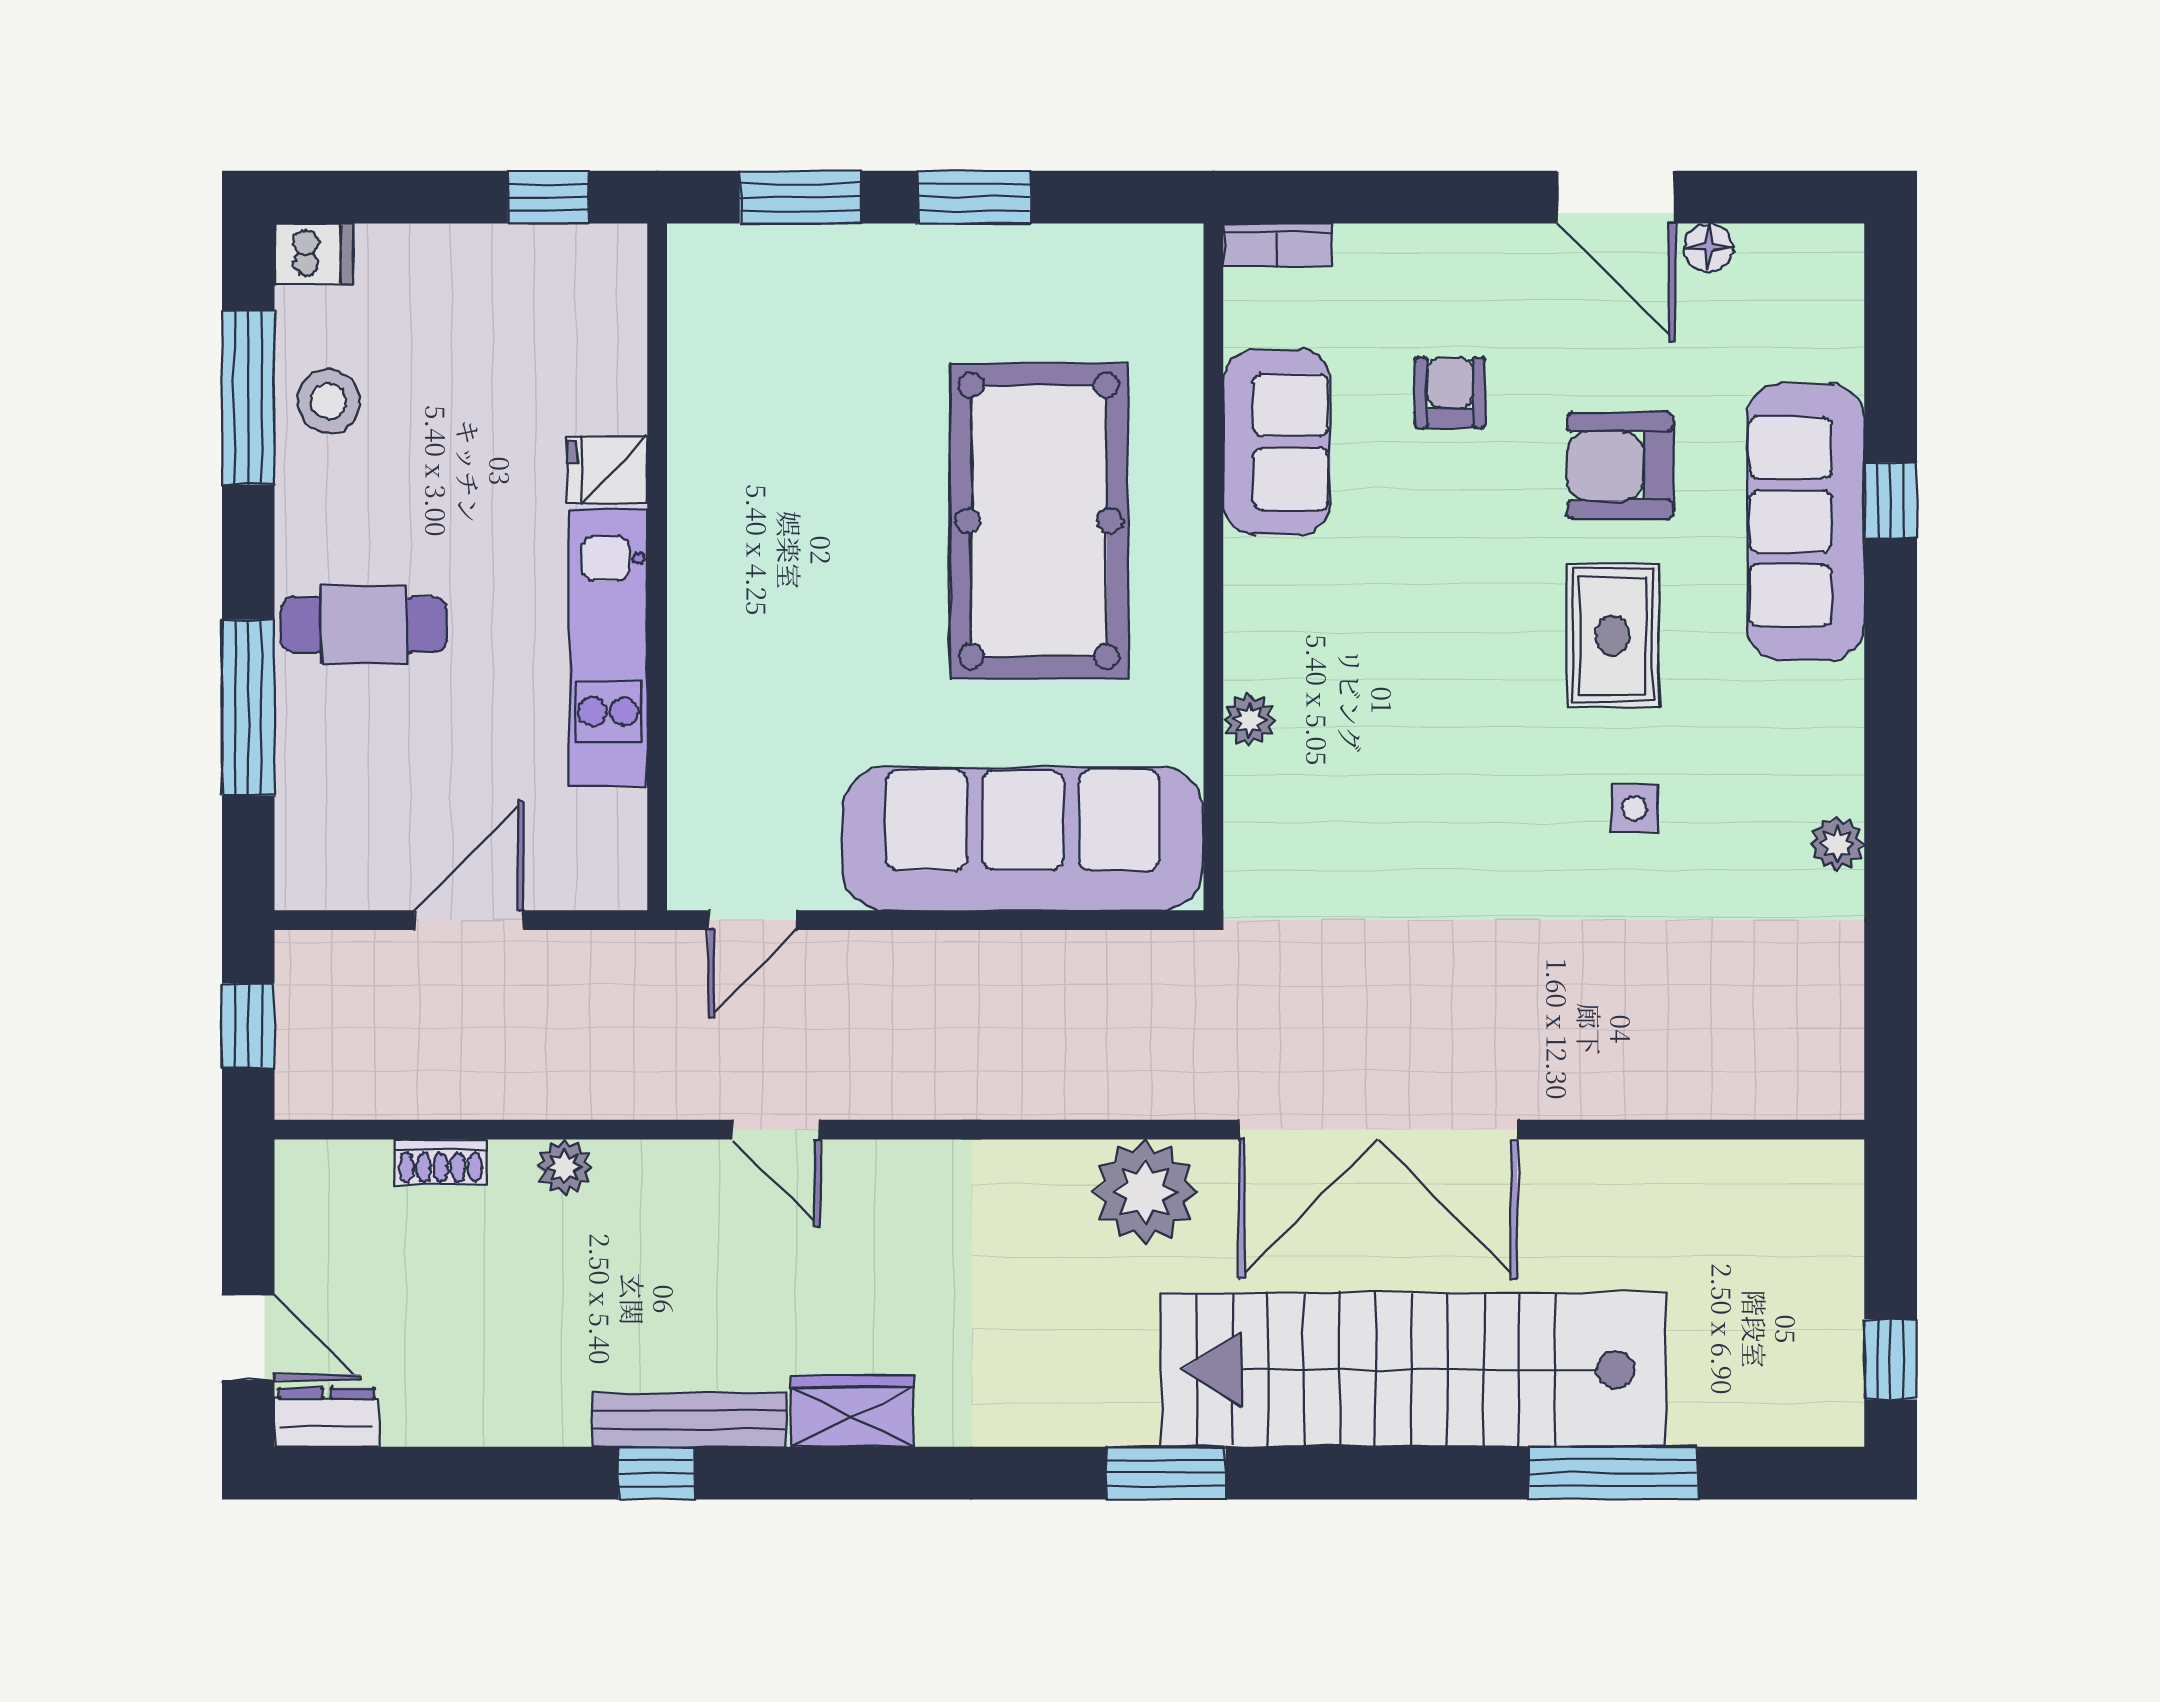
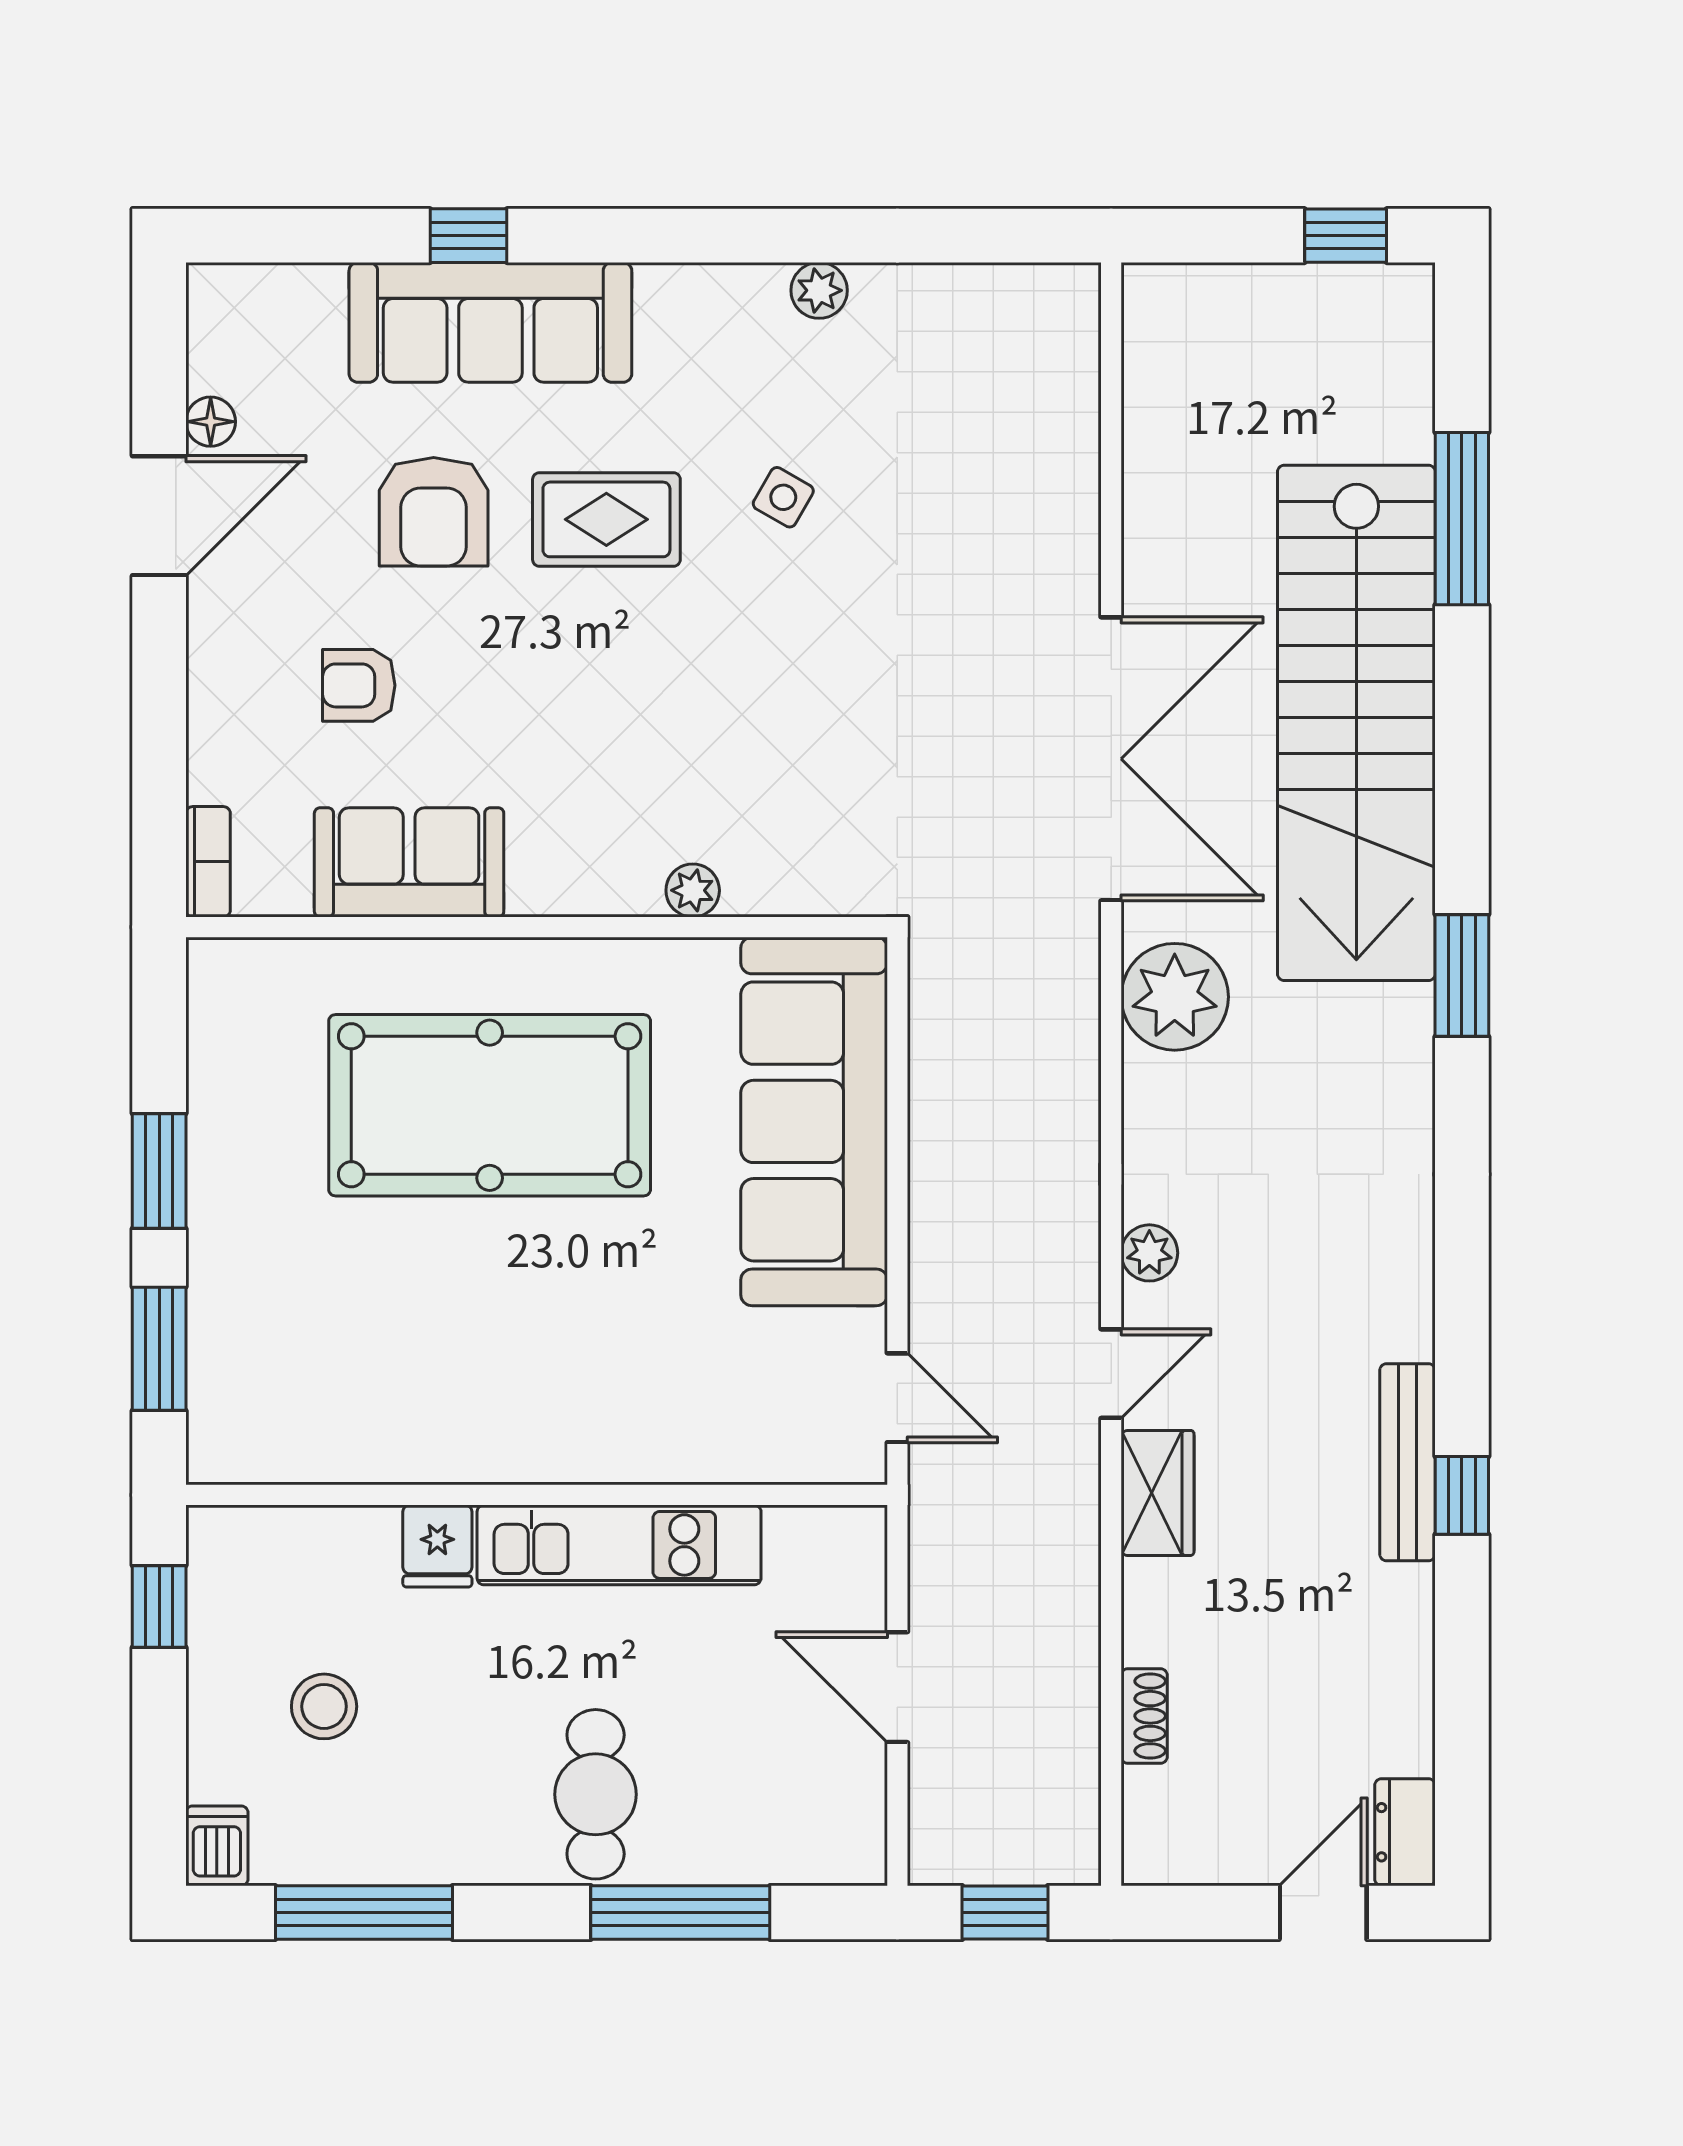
stool: (328, 401) -> (324, 1706), moved
side table: (1634, 808) -> (783, 497), turned 30
plant: (565, 1167) -> (1149, 1253), moved
wardrobe: (852, 1411) -> (1158, 1493), moved, turned 180

